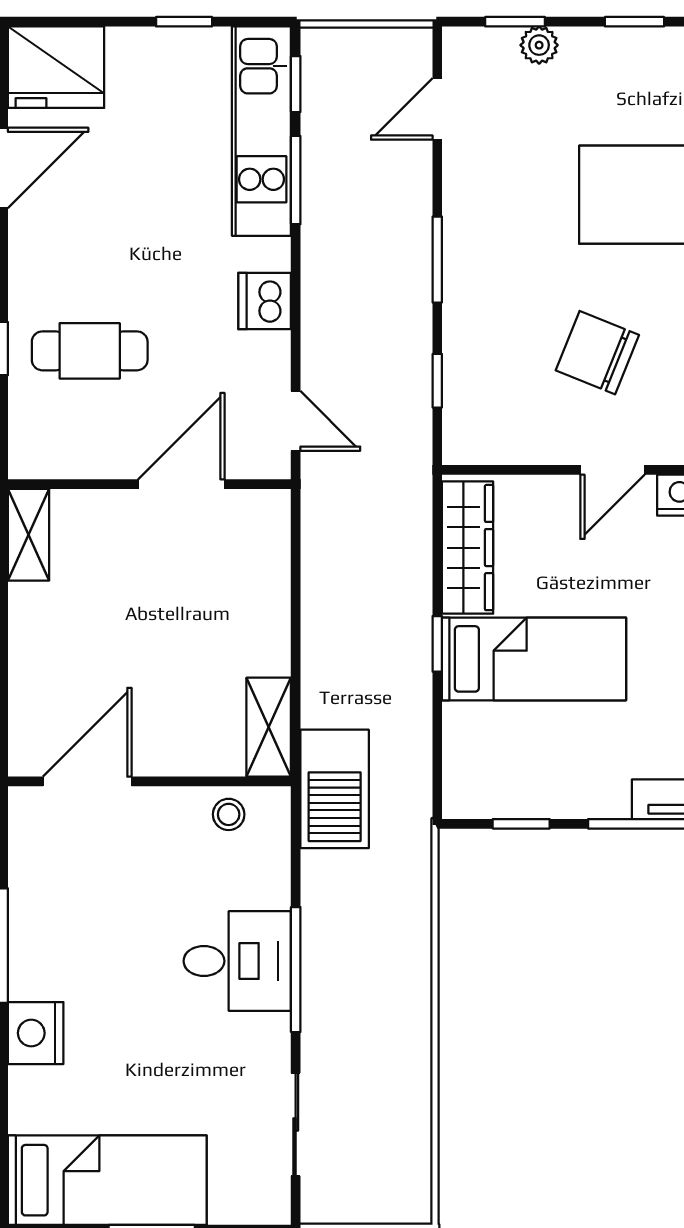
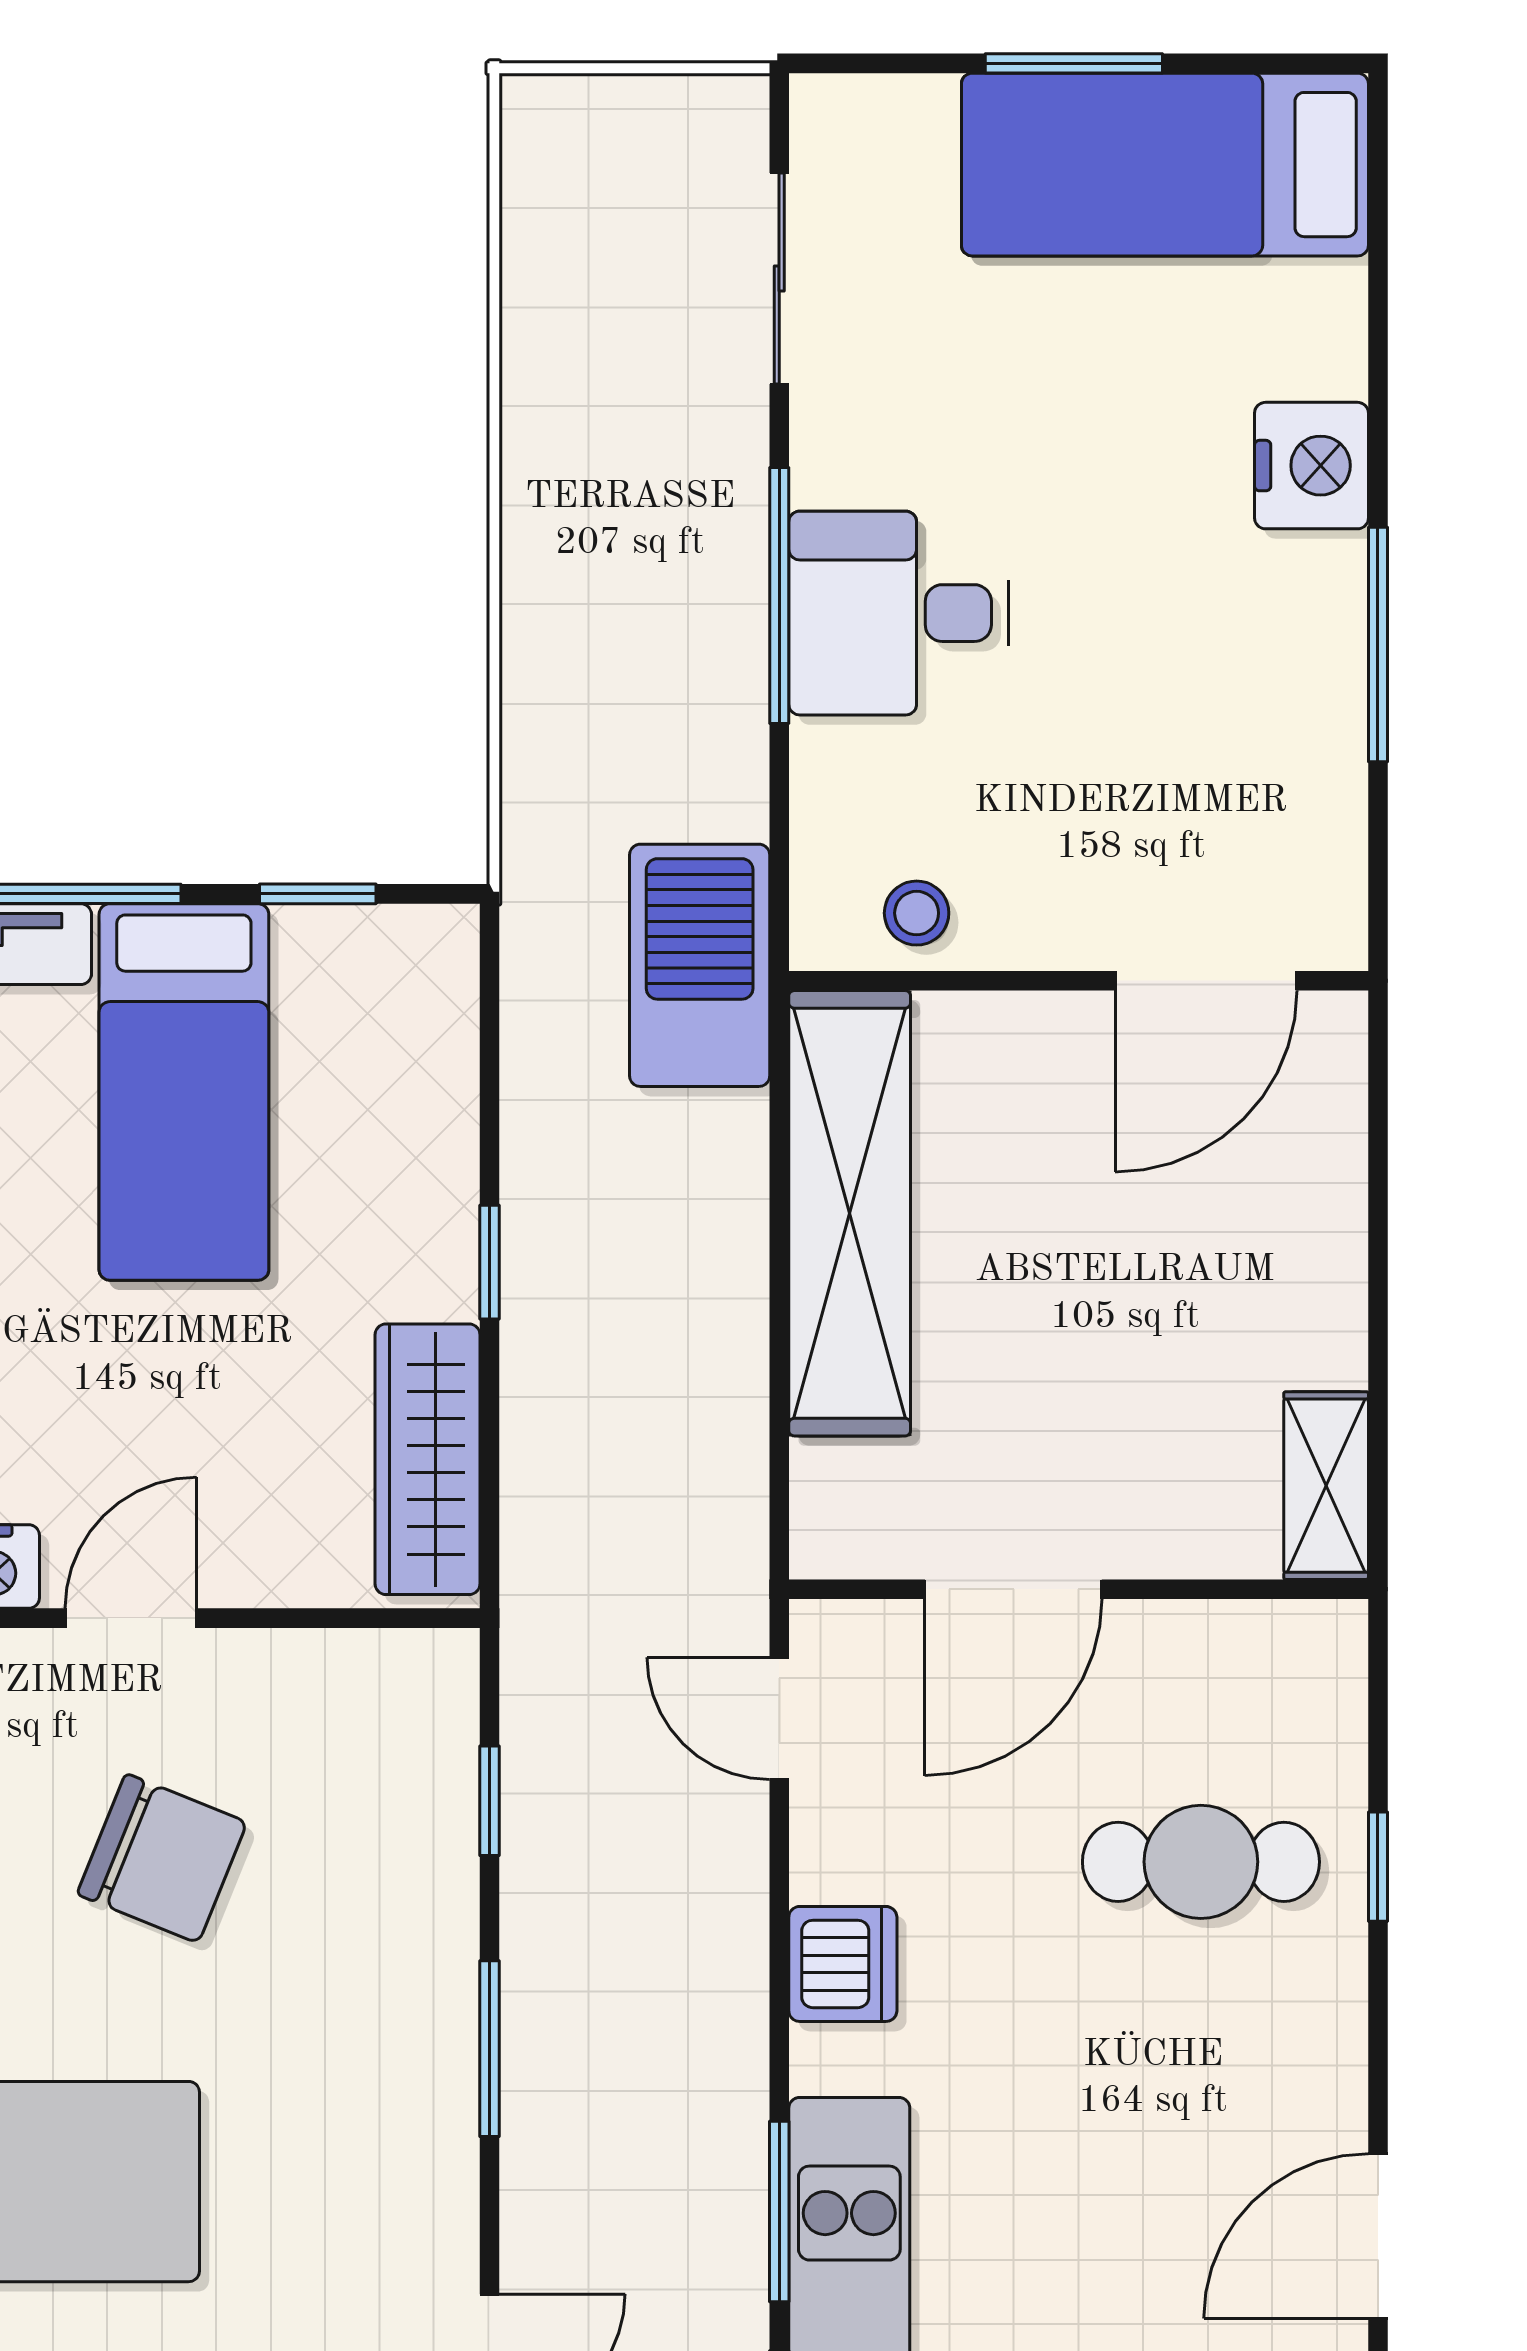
bed: (534, 659) -> (184, 1092), moved, turned -90
shelving: (269, 727) -> (850, 1213), width x2.20, depth x1.33

